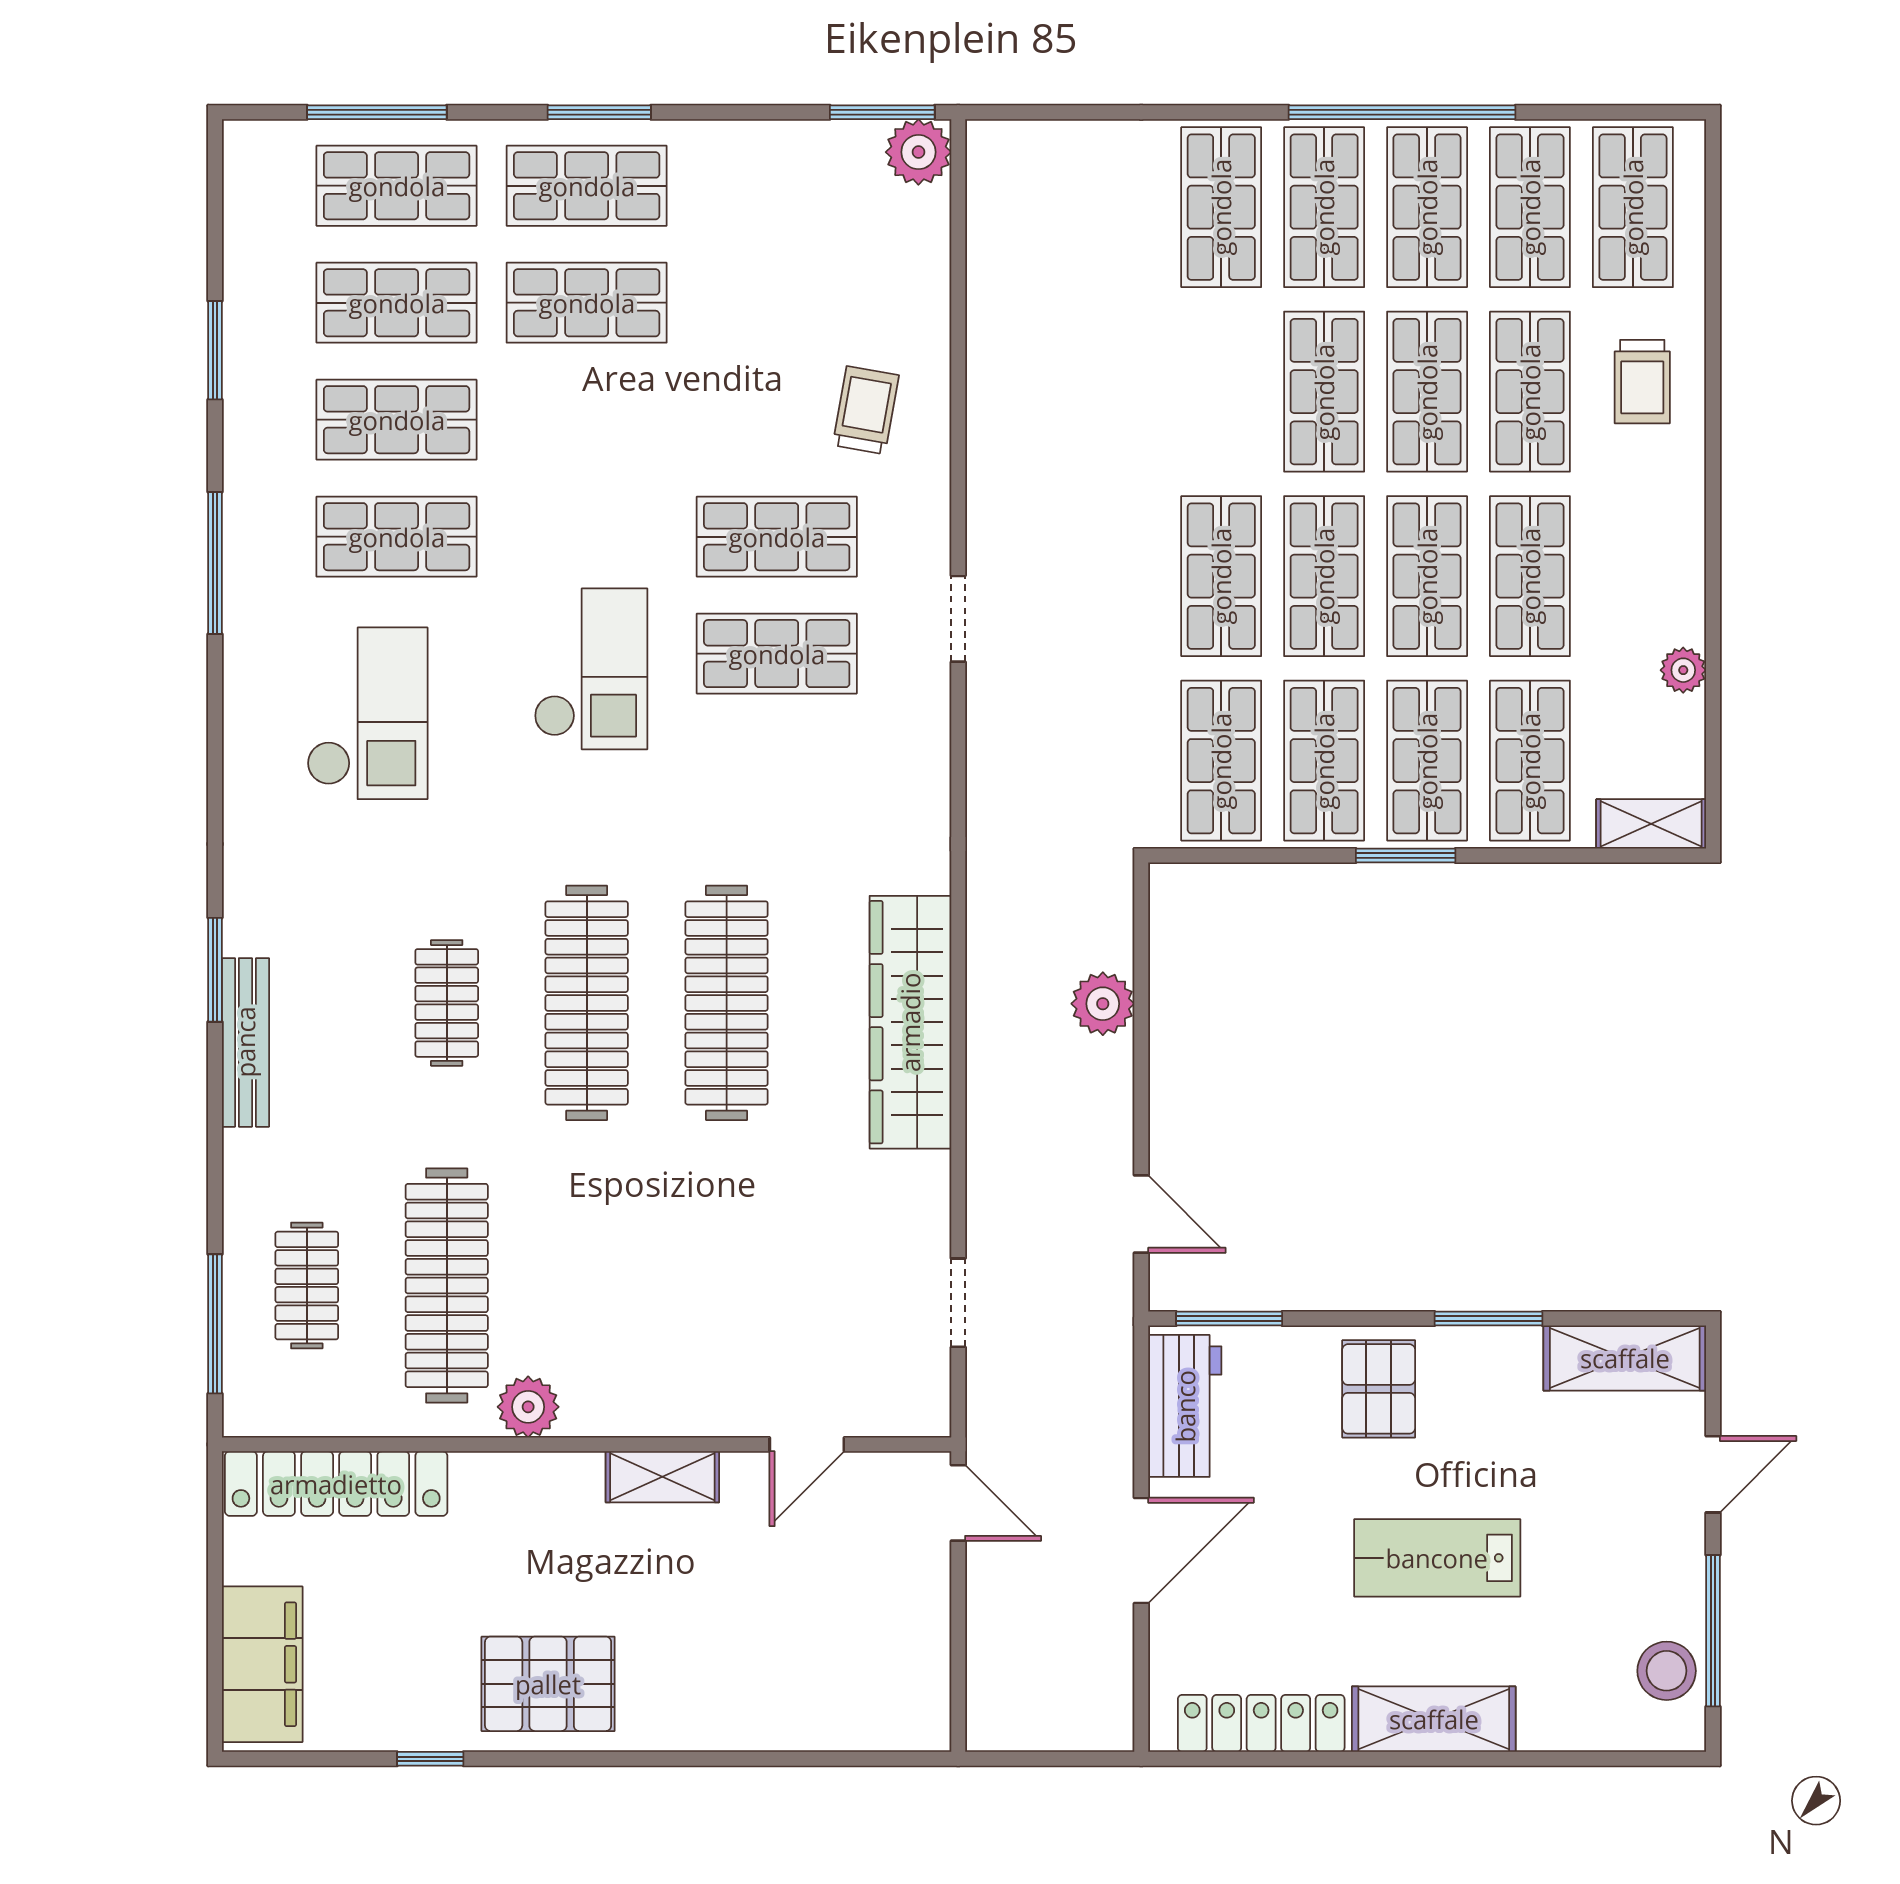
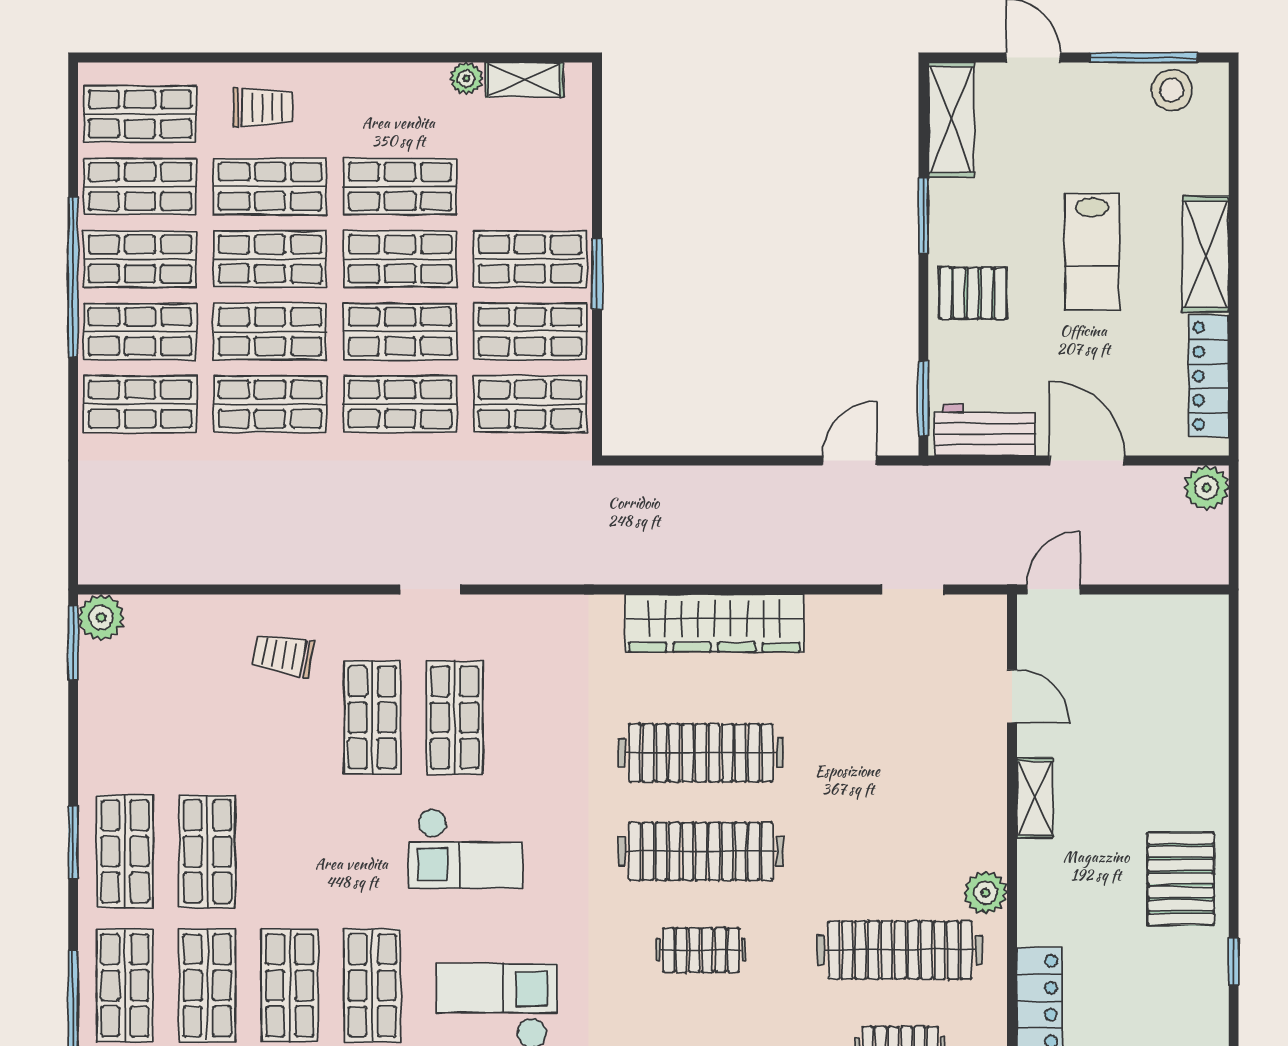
checkout: (591, 669) -> (465, 848), turned 180
shop shelf: (1530, 761) -> (270, 404), moved
shelving: (1651, 824) -> (524, 80), moved, turned 90
plant: (1103, 1004) -> (1207, 488), moved

